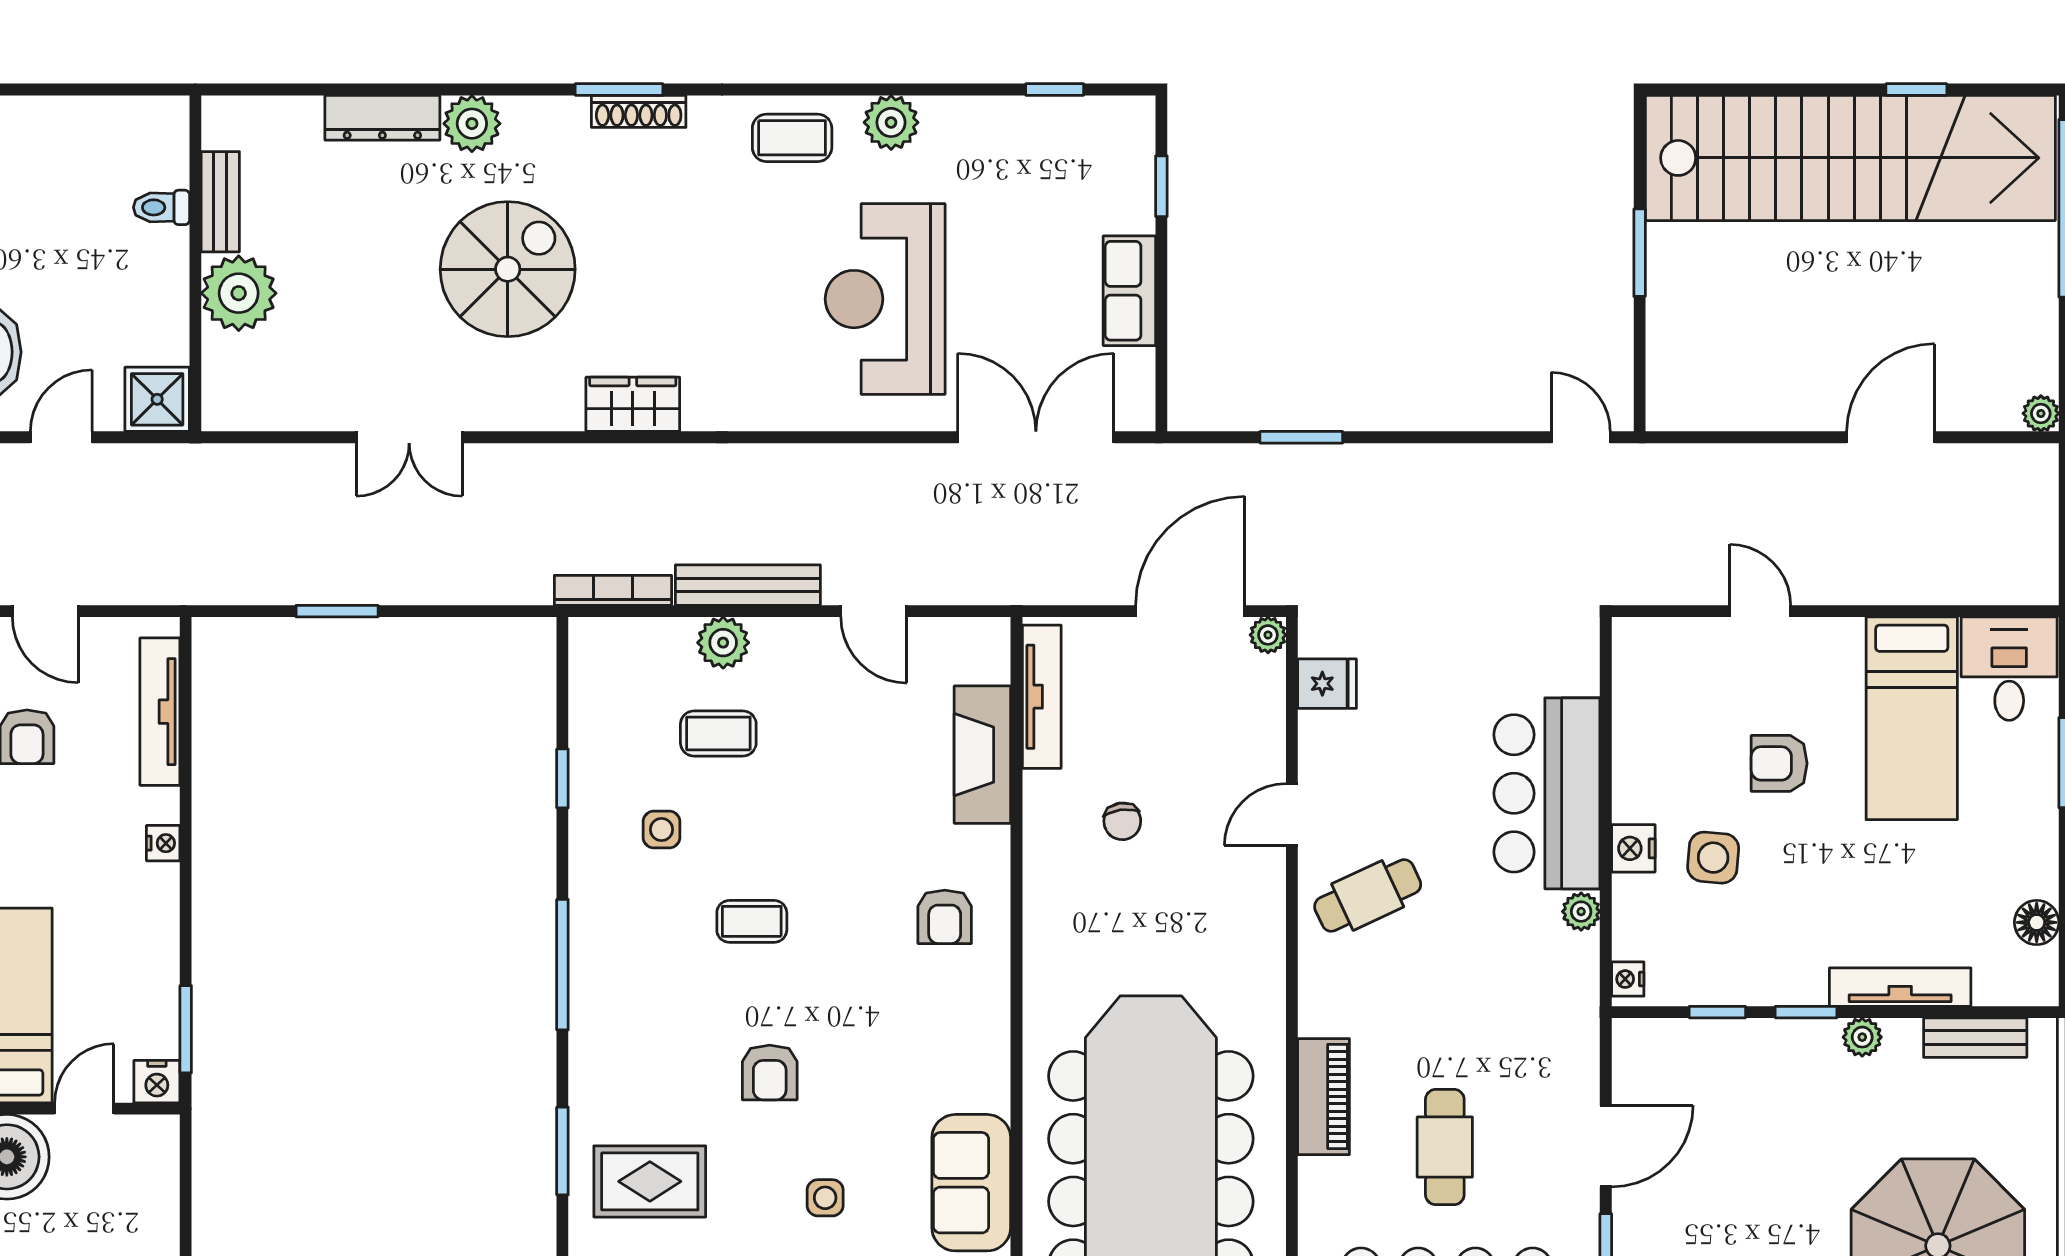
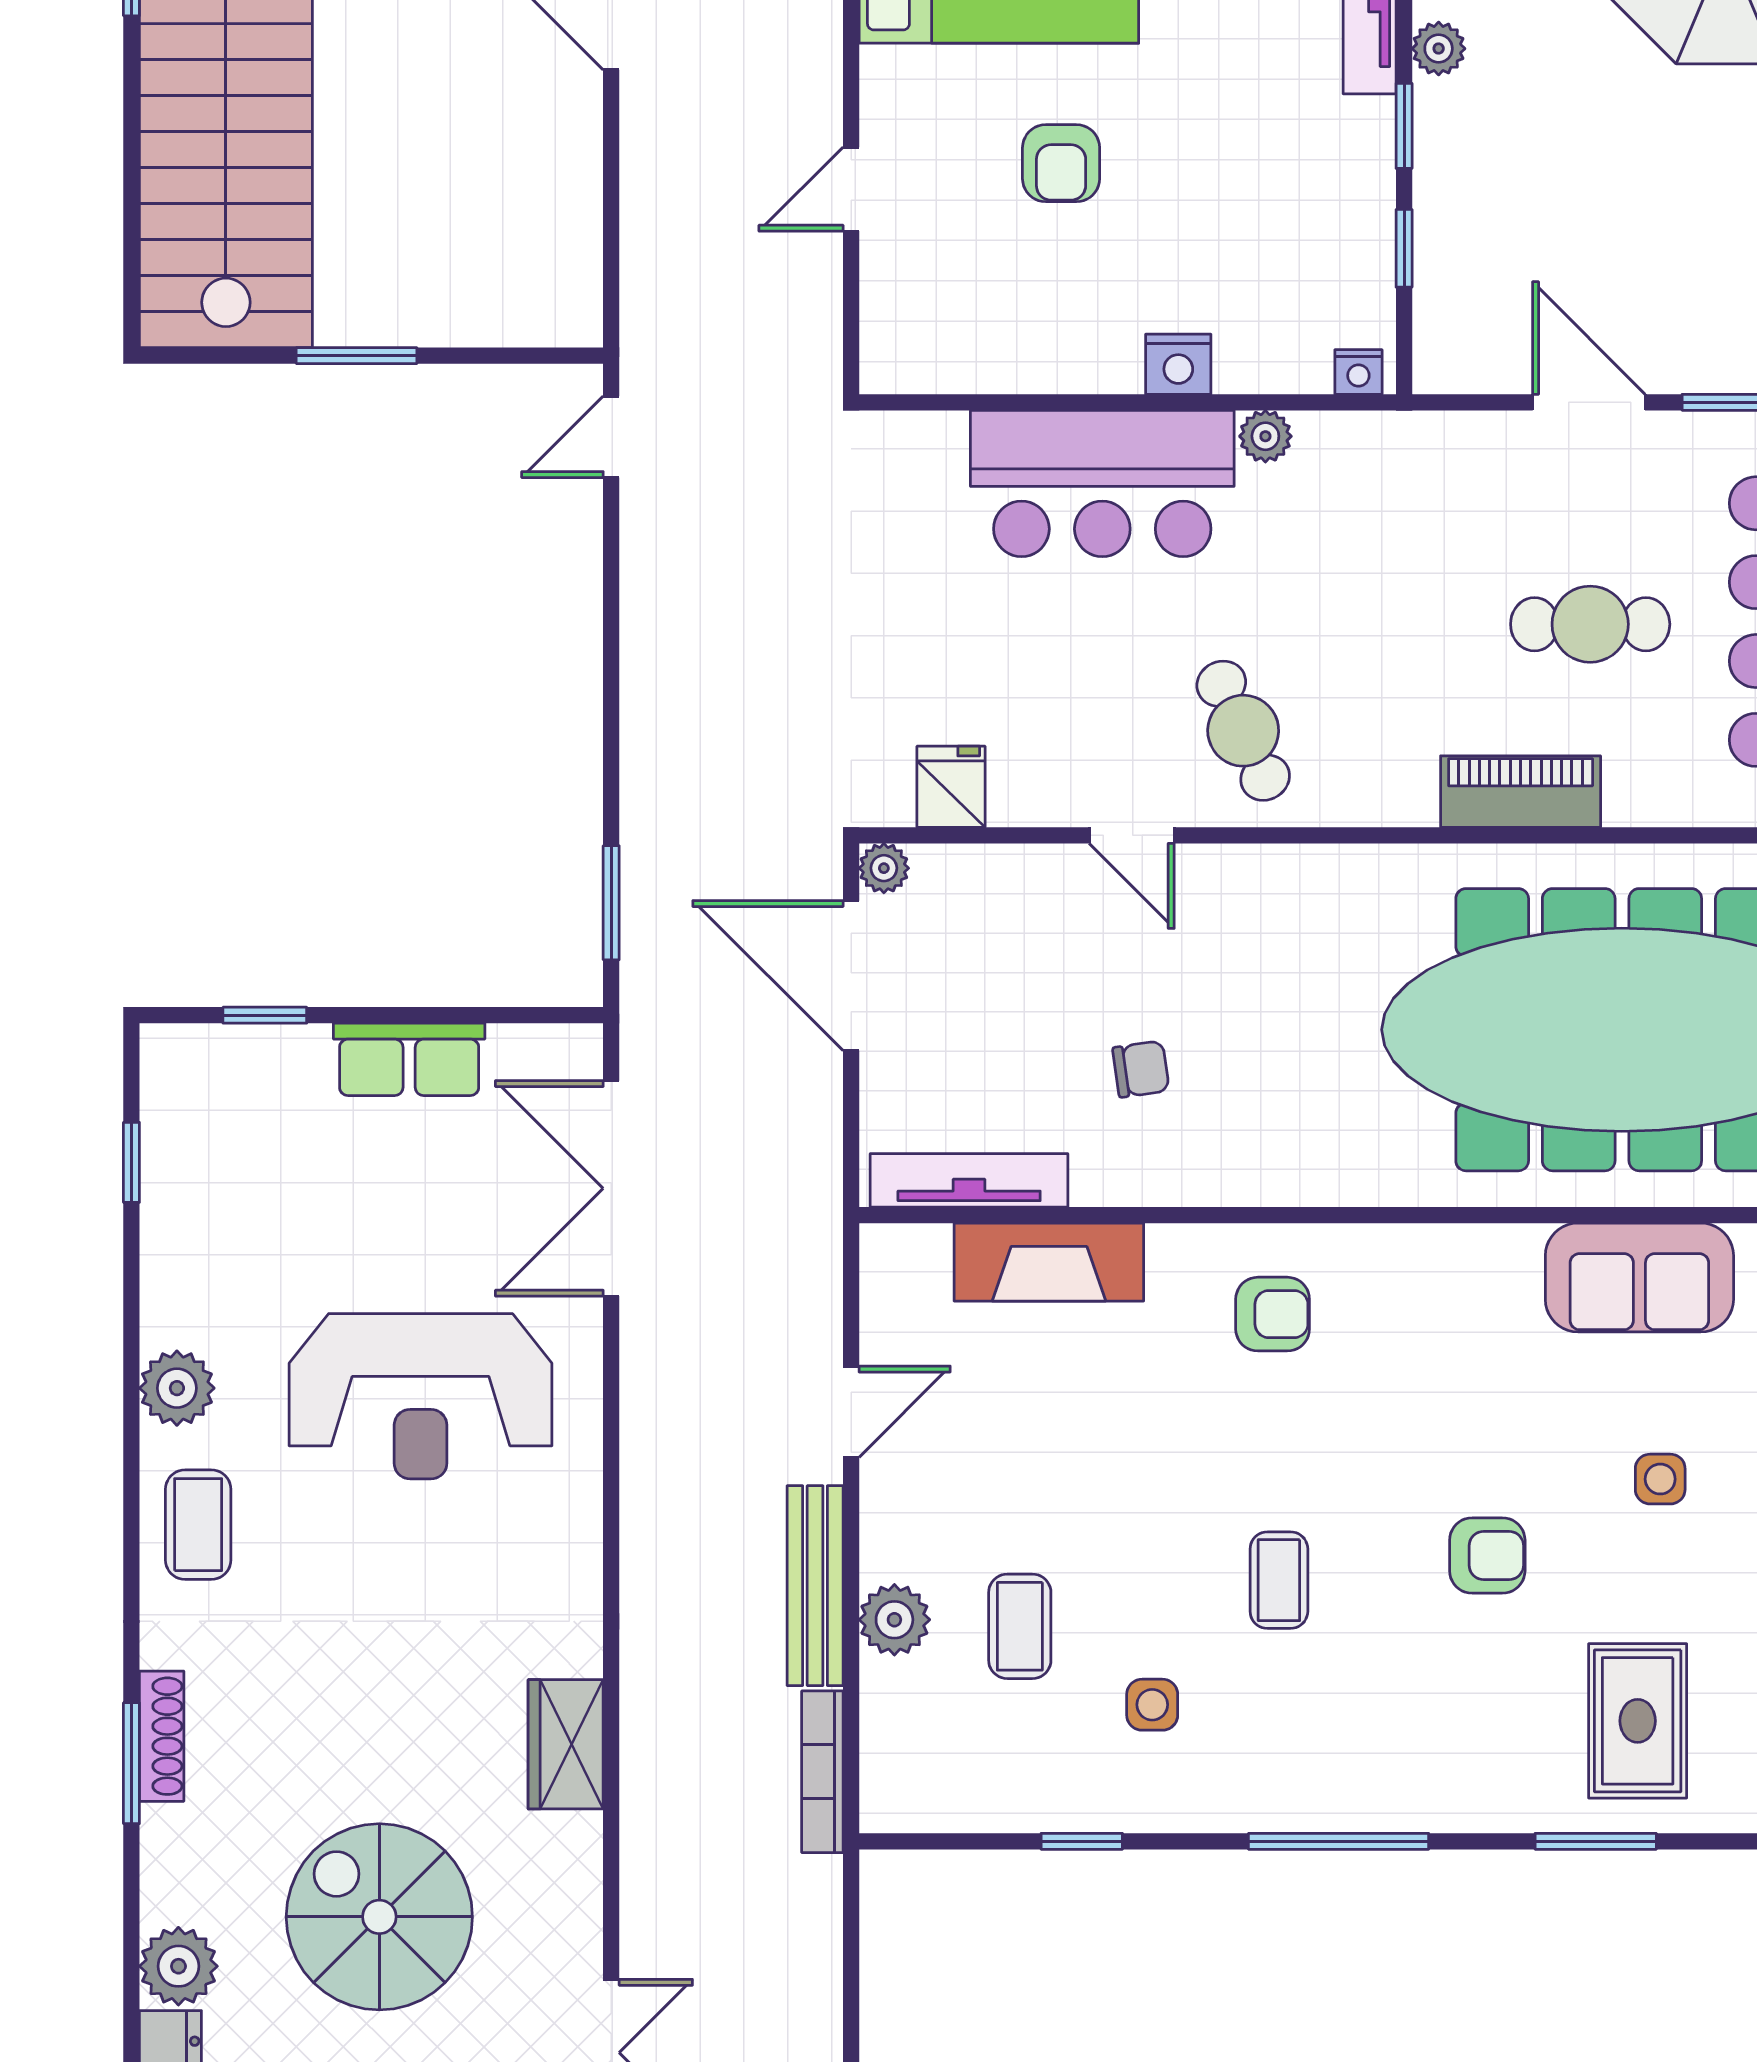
window: (1301, 437) -> (611, 903), moved
side table: (1713, 858) -> (1191, 254), removed

